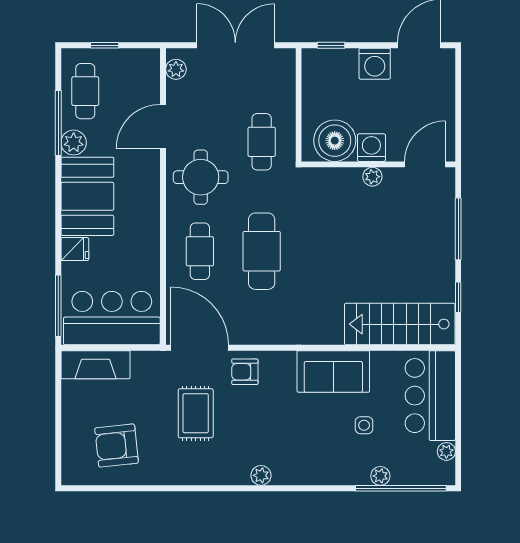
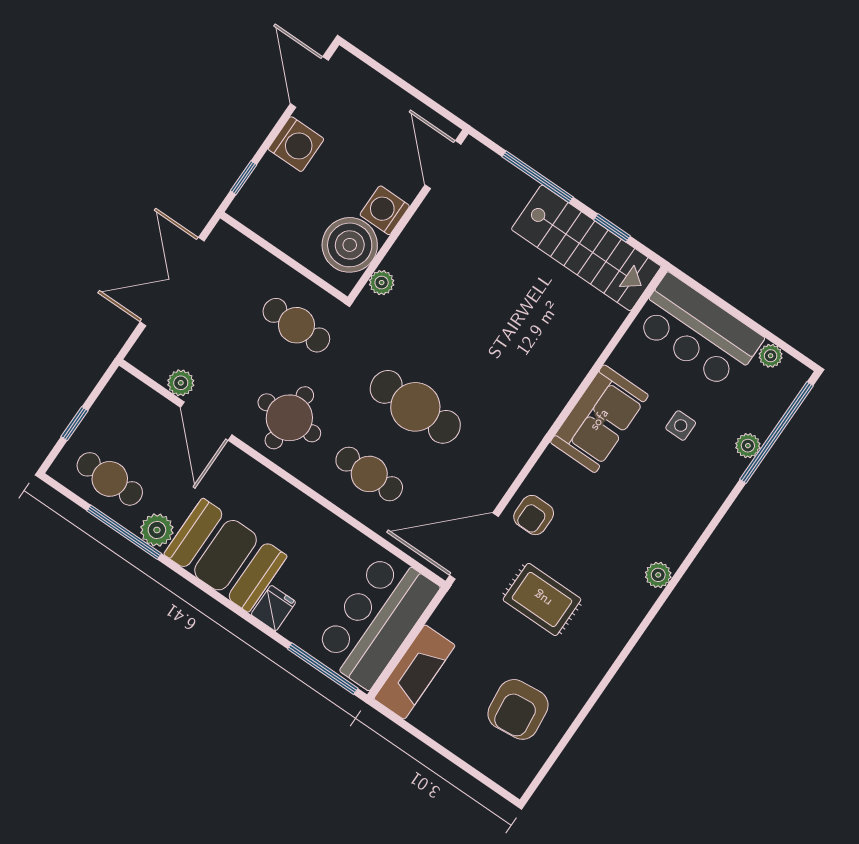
plant: (176, 69) -> (181, 383), moved
plant: (372, 177) -> (382, 283), moved
stairs: (400, 324) -> (586, 248), moved, turned -90

